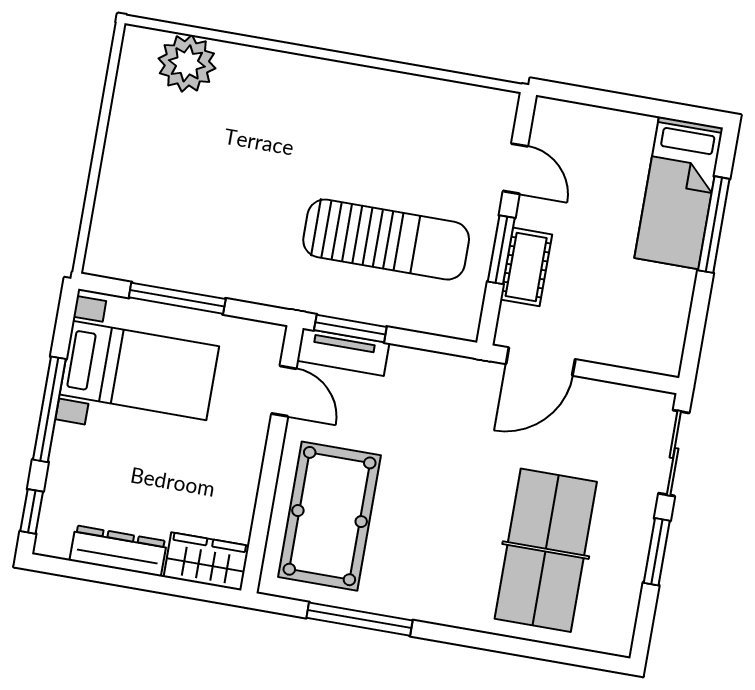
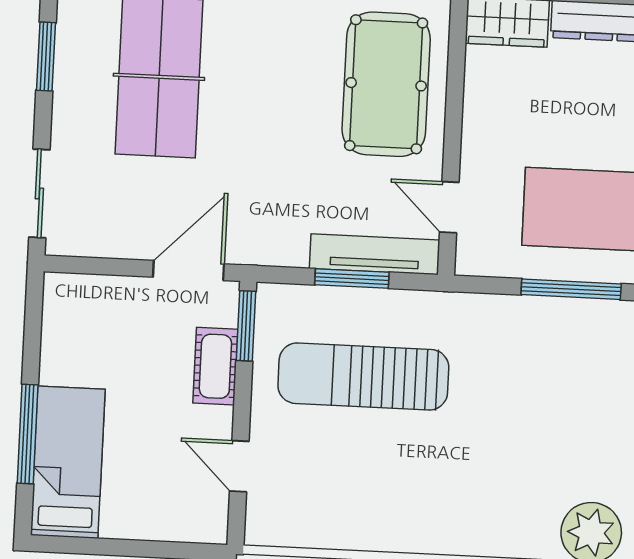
window: (501, 250) -> (246, 326), moved
window: (350, 328) -> (352, 279), moved
tv unit: (343, 352) -> (375, 254), width x1.41
window: (657, 552) -> (46, 56), moved

